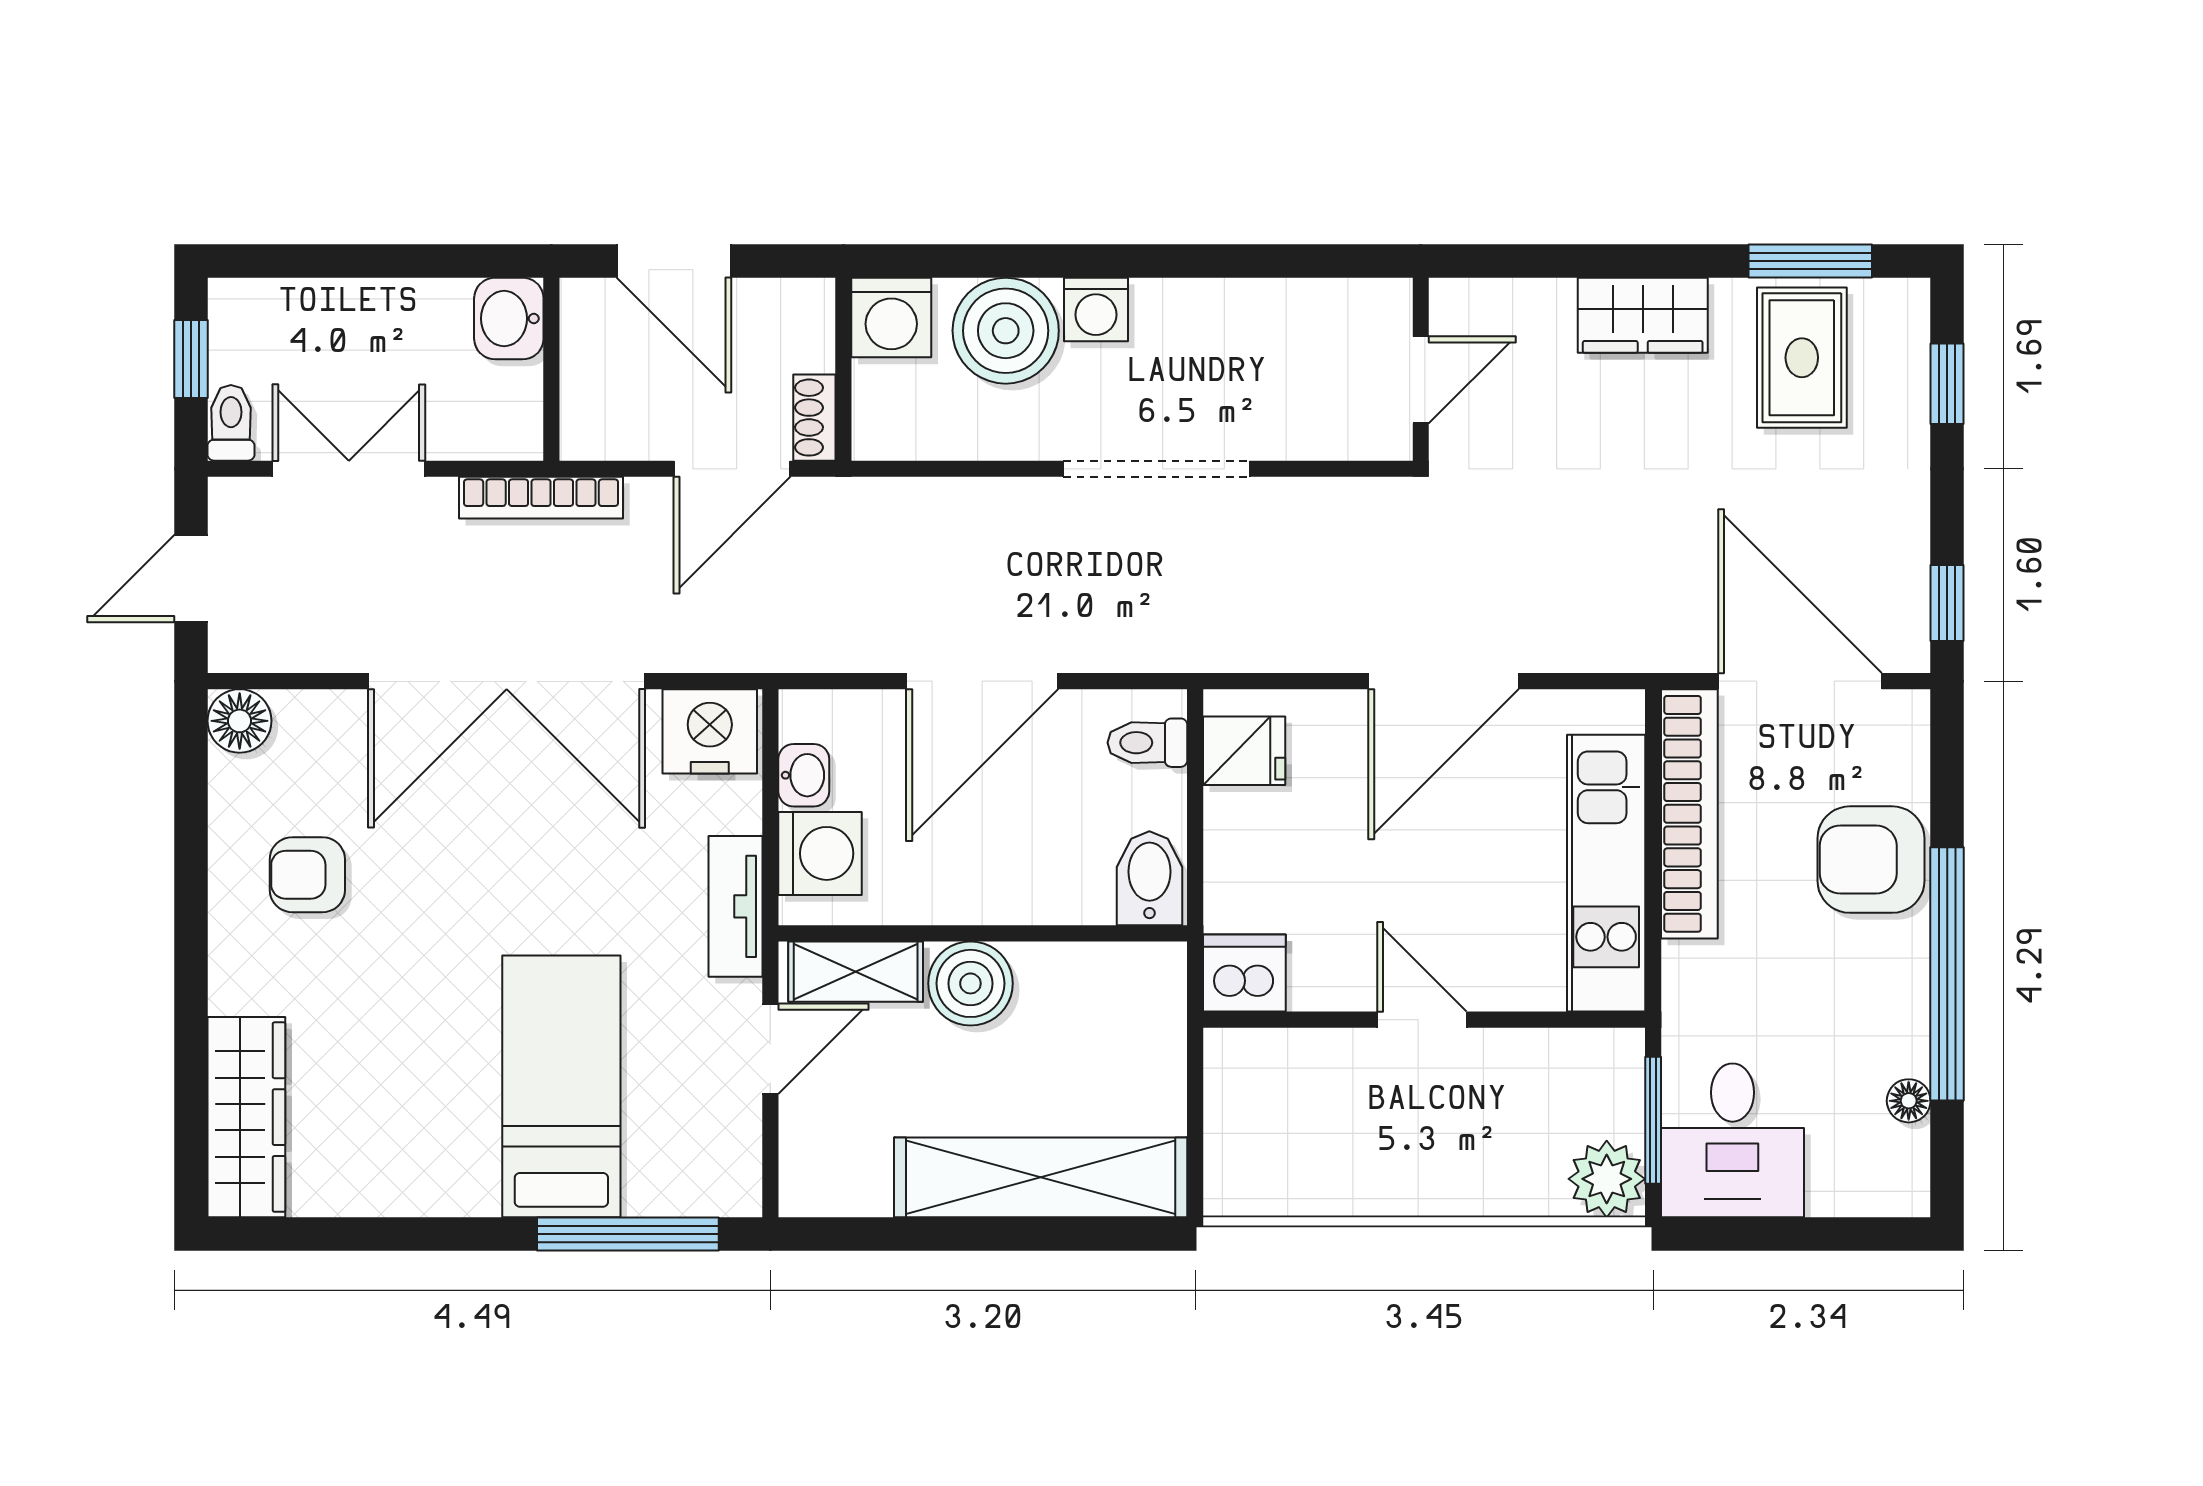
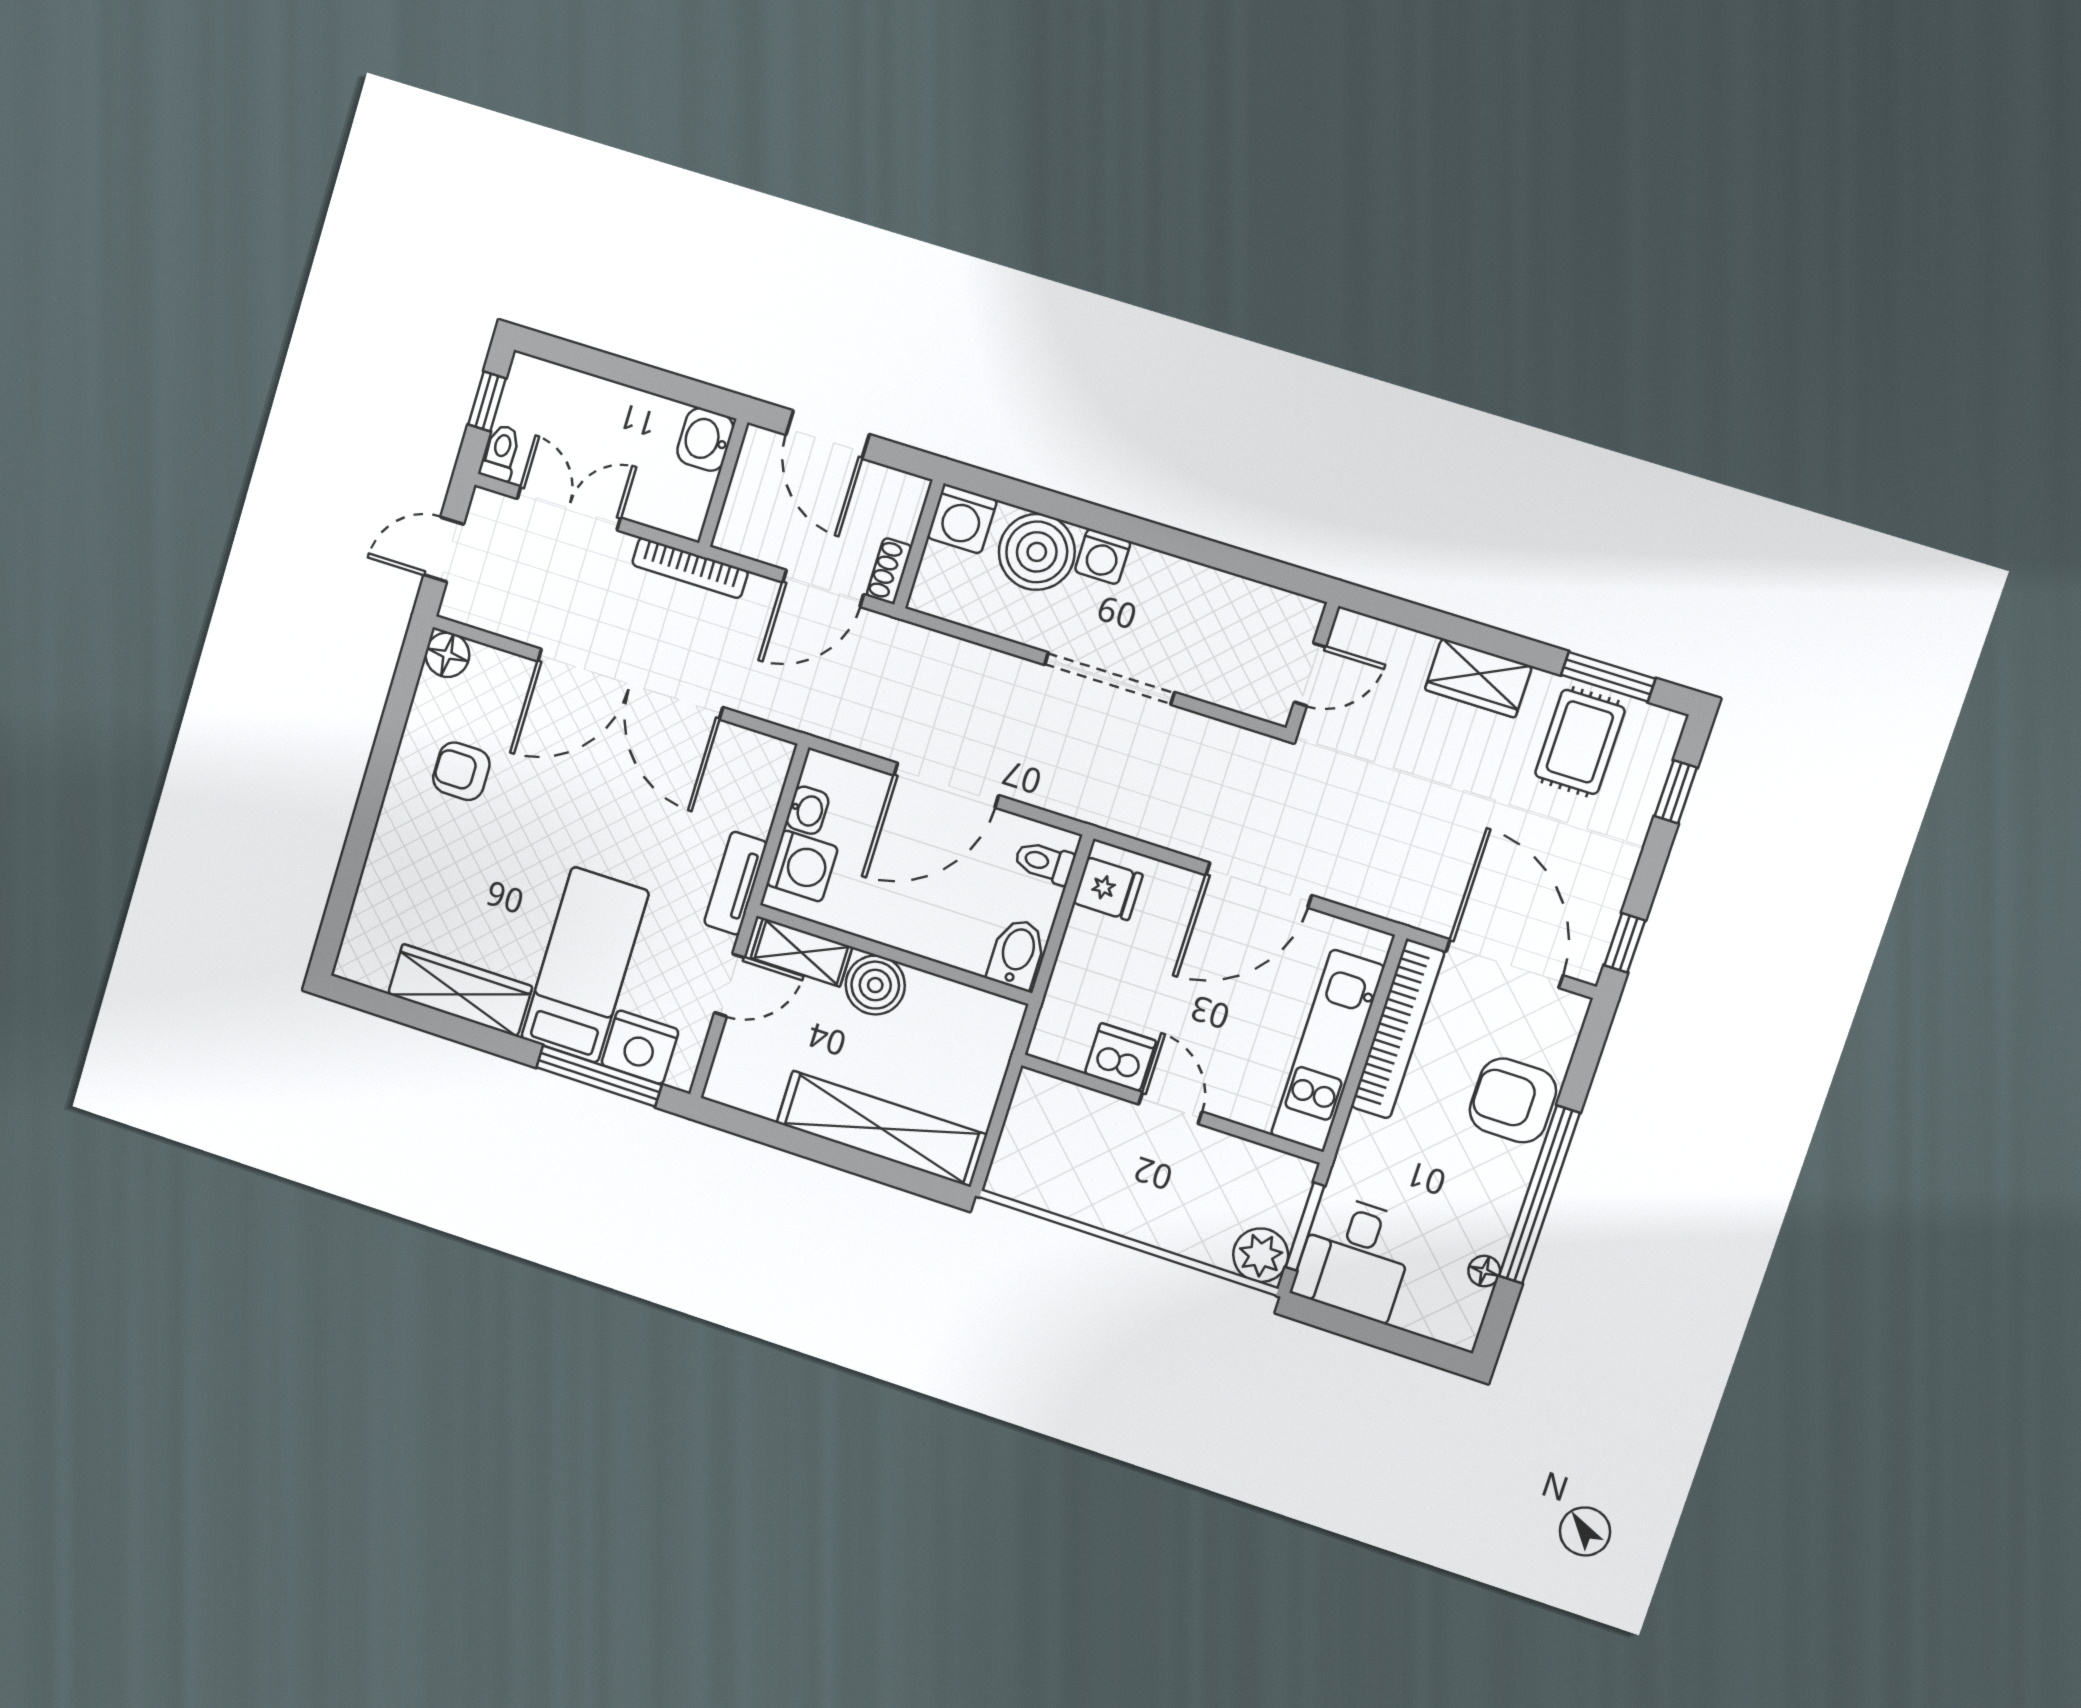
nightstand: (710, 731) -> (640, 1047), moved, turned 180
dishwasher: (1244, 973) -> (1120, 1057), moved
wardrobe: (246, 1117) -> (460, 990), moved, turned -90

